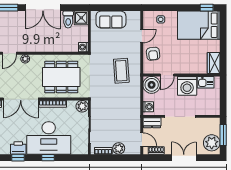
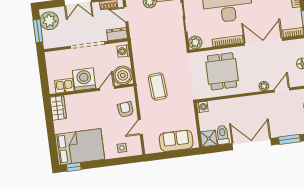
dining table: (61, 77) -> (222, 71), width x0.73

